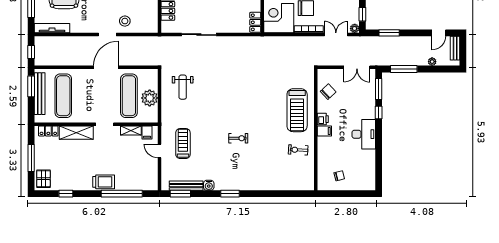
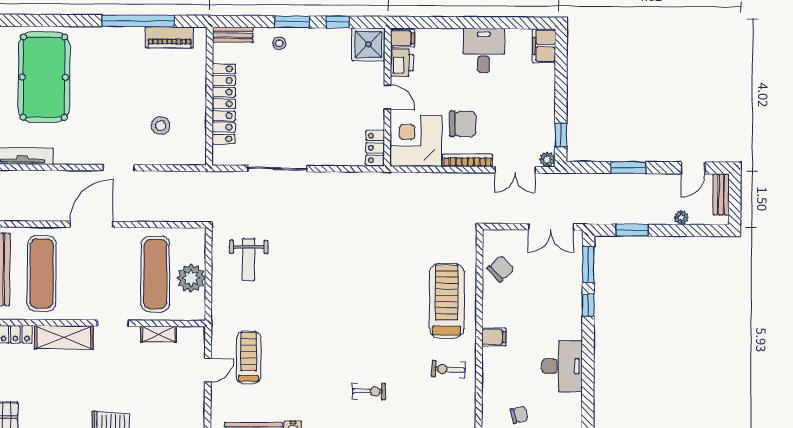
stool: (125, 21) -> (161, 125), moved
window: (389, 33) -> (628, 168), moved
double door: (336, 35) -> (515, 170), swing flipped
door: (106, 67) -> (91, 224), moved
window: (404, 69) -> (632, 230), width x0.69
treadmill: (297, 110) -> (447, 301), turned 180
printer: (323, 119) -> (491, 316), removed
filing cabinet: (147, 132) -> (186, 338), removed
desk: (364, 134) -> (562, 366), moved
exercise bike: (238, 138) -> (369, 391), moved
door: (160, 151) -> (208, 370), swing flipped

